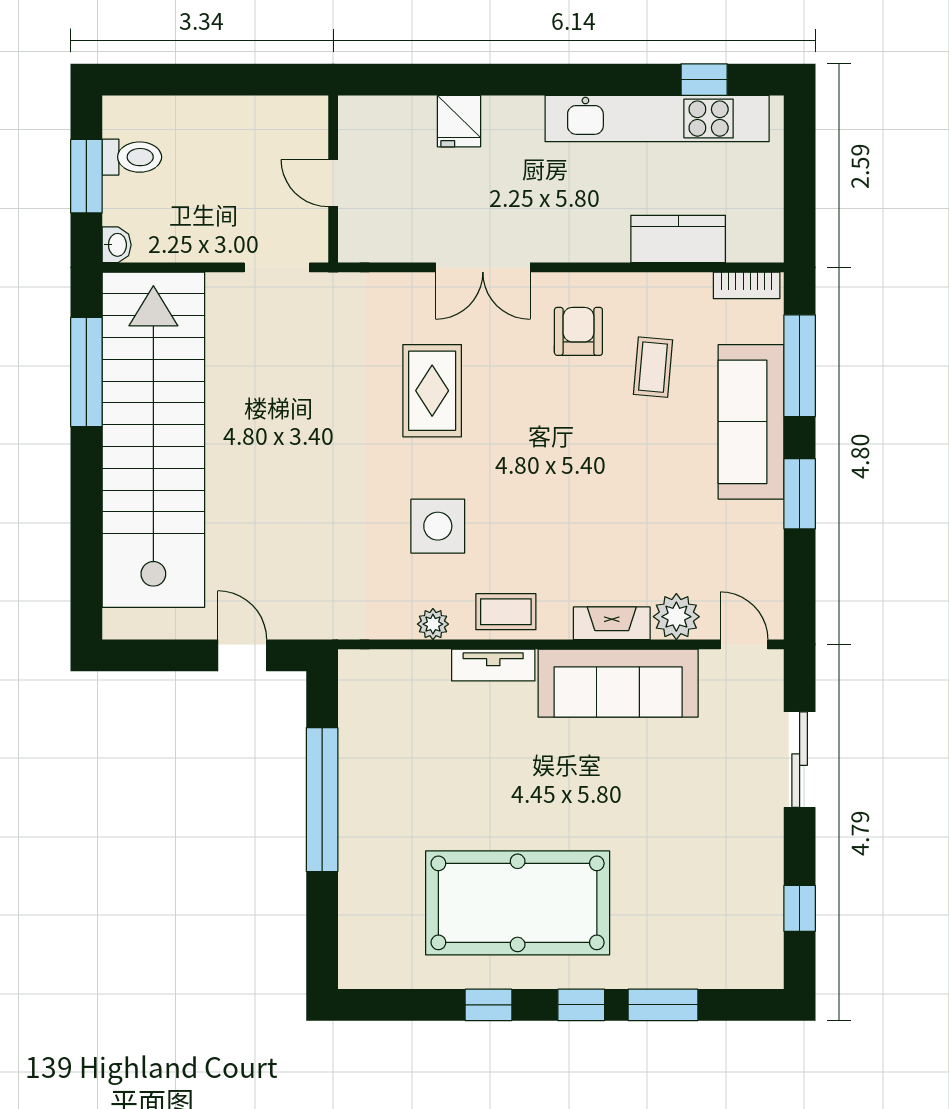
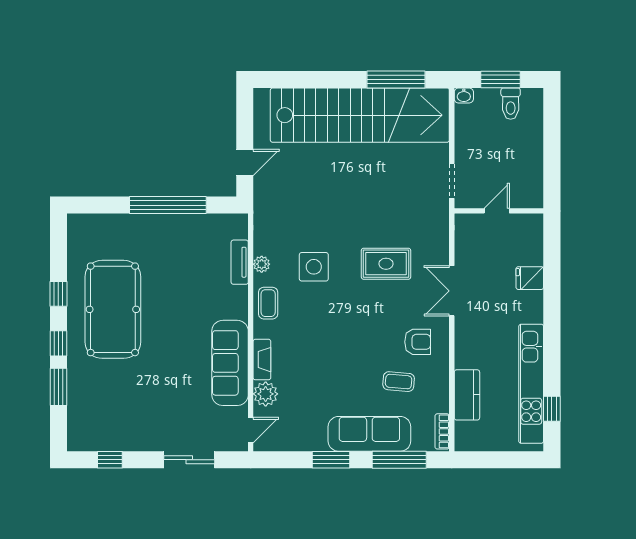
tv unit: (493, 665) -> (240, 262), moved

